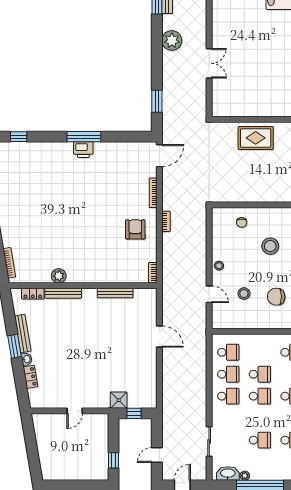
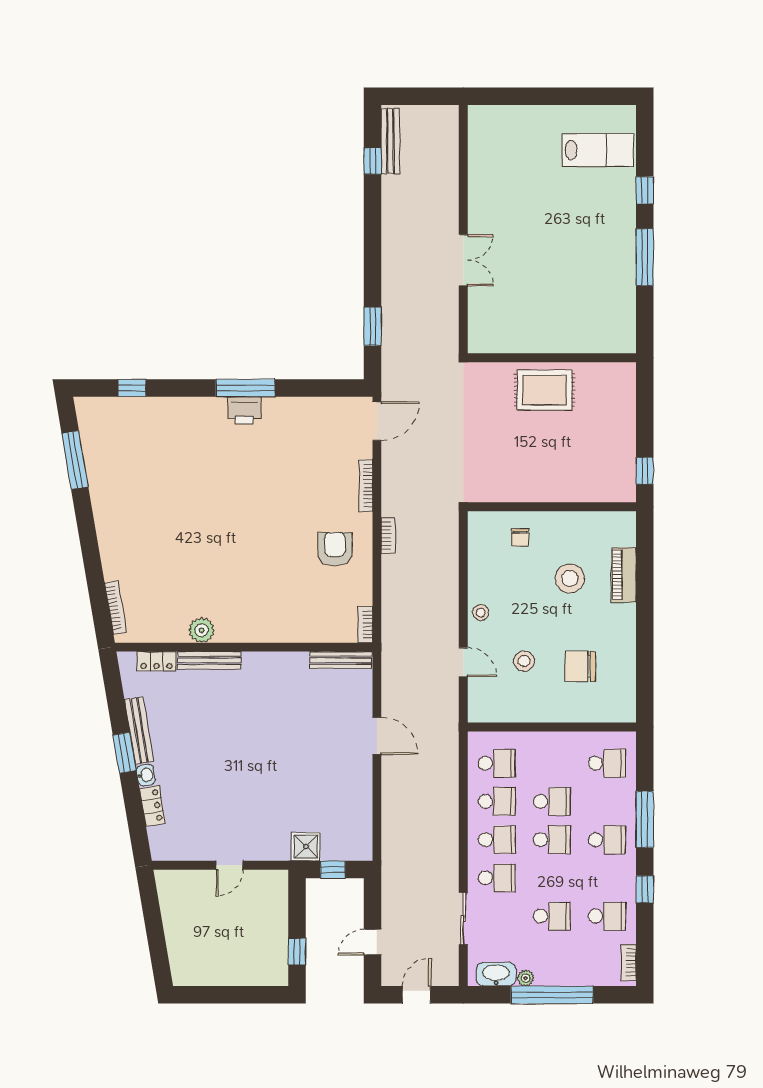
plant: (172, 41) -> (398, 221), removed
bench: (115, 293) -> (341, 660), moved
school desk: (228, 418) -> (497, 878), added

